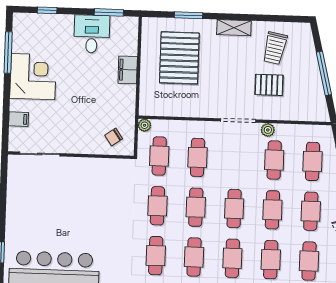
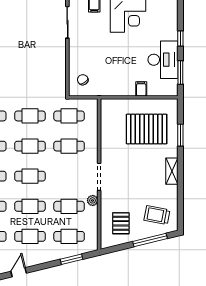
window: (47, 10) -> (180, 38), moved
desk: (92, 34) -> (163, 60), width x1.37
trolley: (275, 48) -> (157, 215), moved
filing cabinet: (128, 70) -> (141, 89), width x0.50
window: (324, 73) -> (150, 240), moved
pallet: (269, 85) -> (121, 223), moved
plant: (145, 125) -> (93, 104), removed

